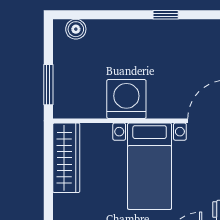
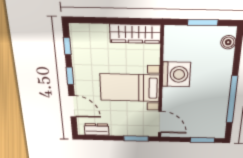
window: (166, 15) -> (232, 100), width x3.17
window: (48, 85) -> (203, 22), moved

